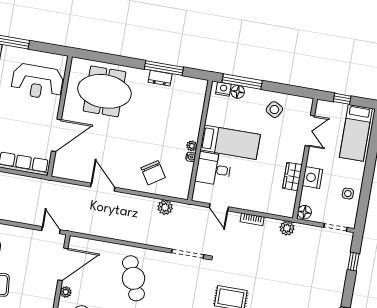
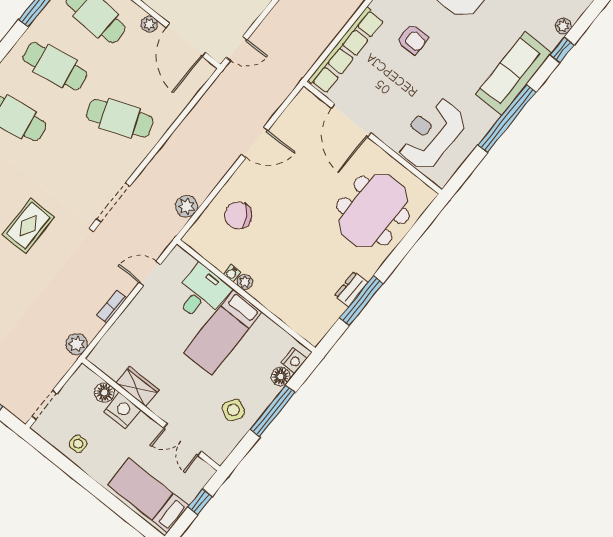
window: (242, 82) -> (273, 411), moved
floor lamp: (304, 212) -> (104, 393), moved

